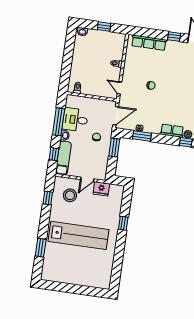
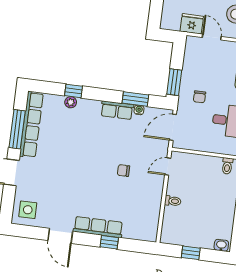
window: (174, 37) -> (109, 242), moved
row of seats: (149, 43) -> (98, 227), moved
door: (120, 88) -> (168, 167), swing flipped
row of seats: (172, 131) -> (117, 110), moved
door: (87, 179) -> (212, 37), hinge flipped

